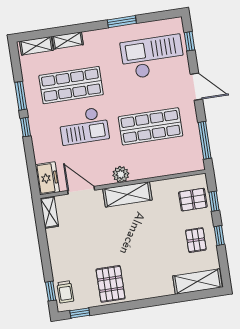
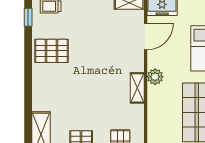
shelving: (127, 194) -> (137, 88), width x0.67, depth x0.75

